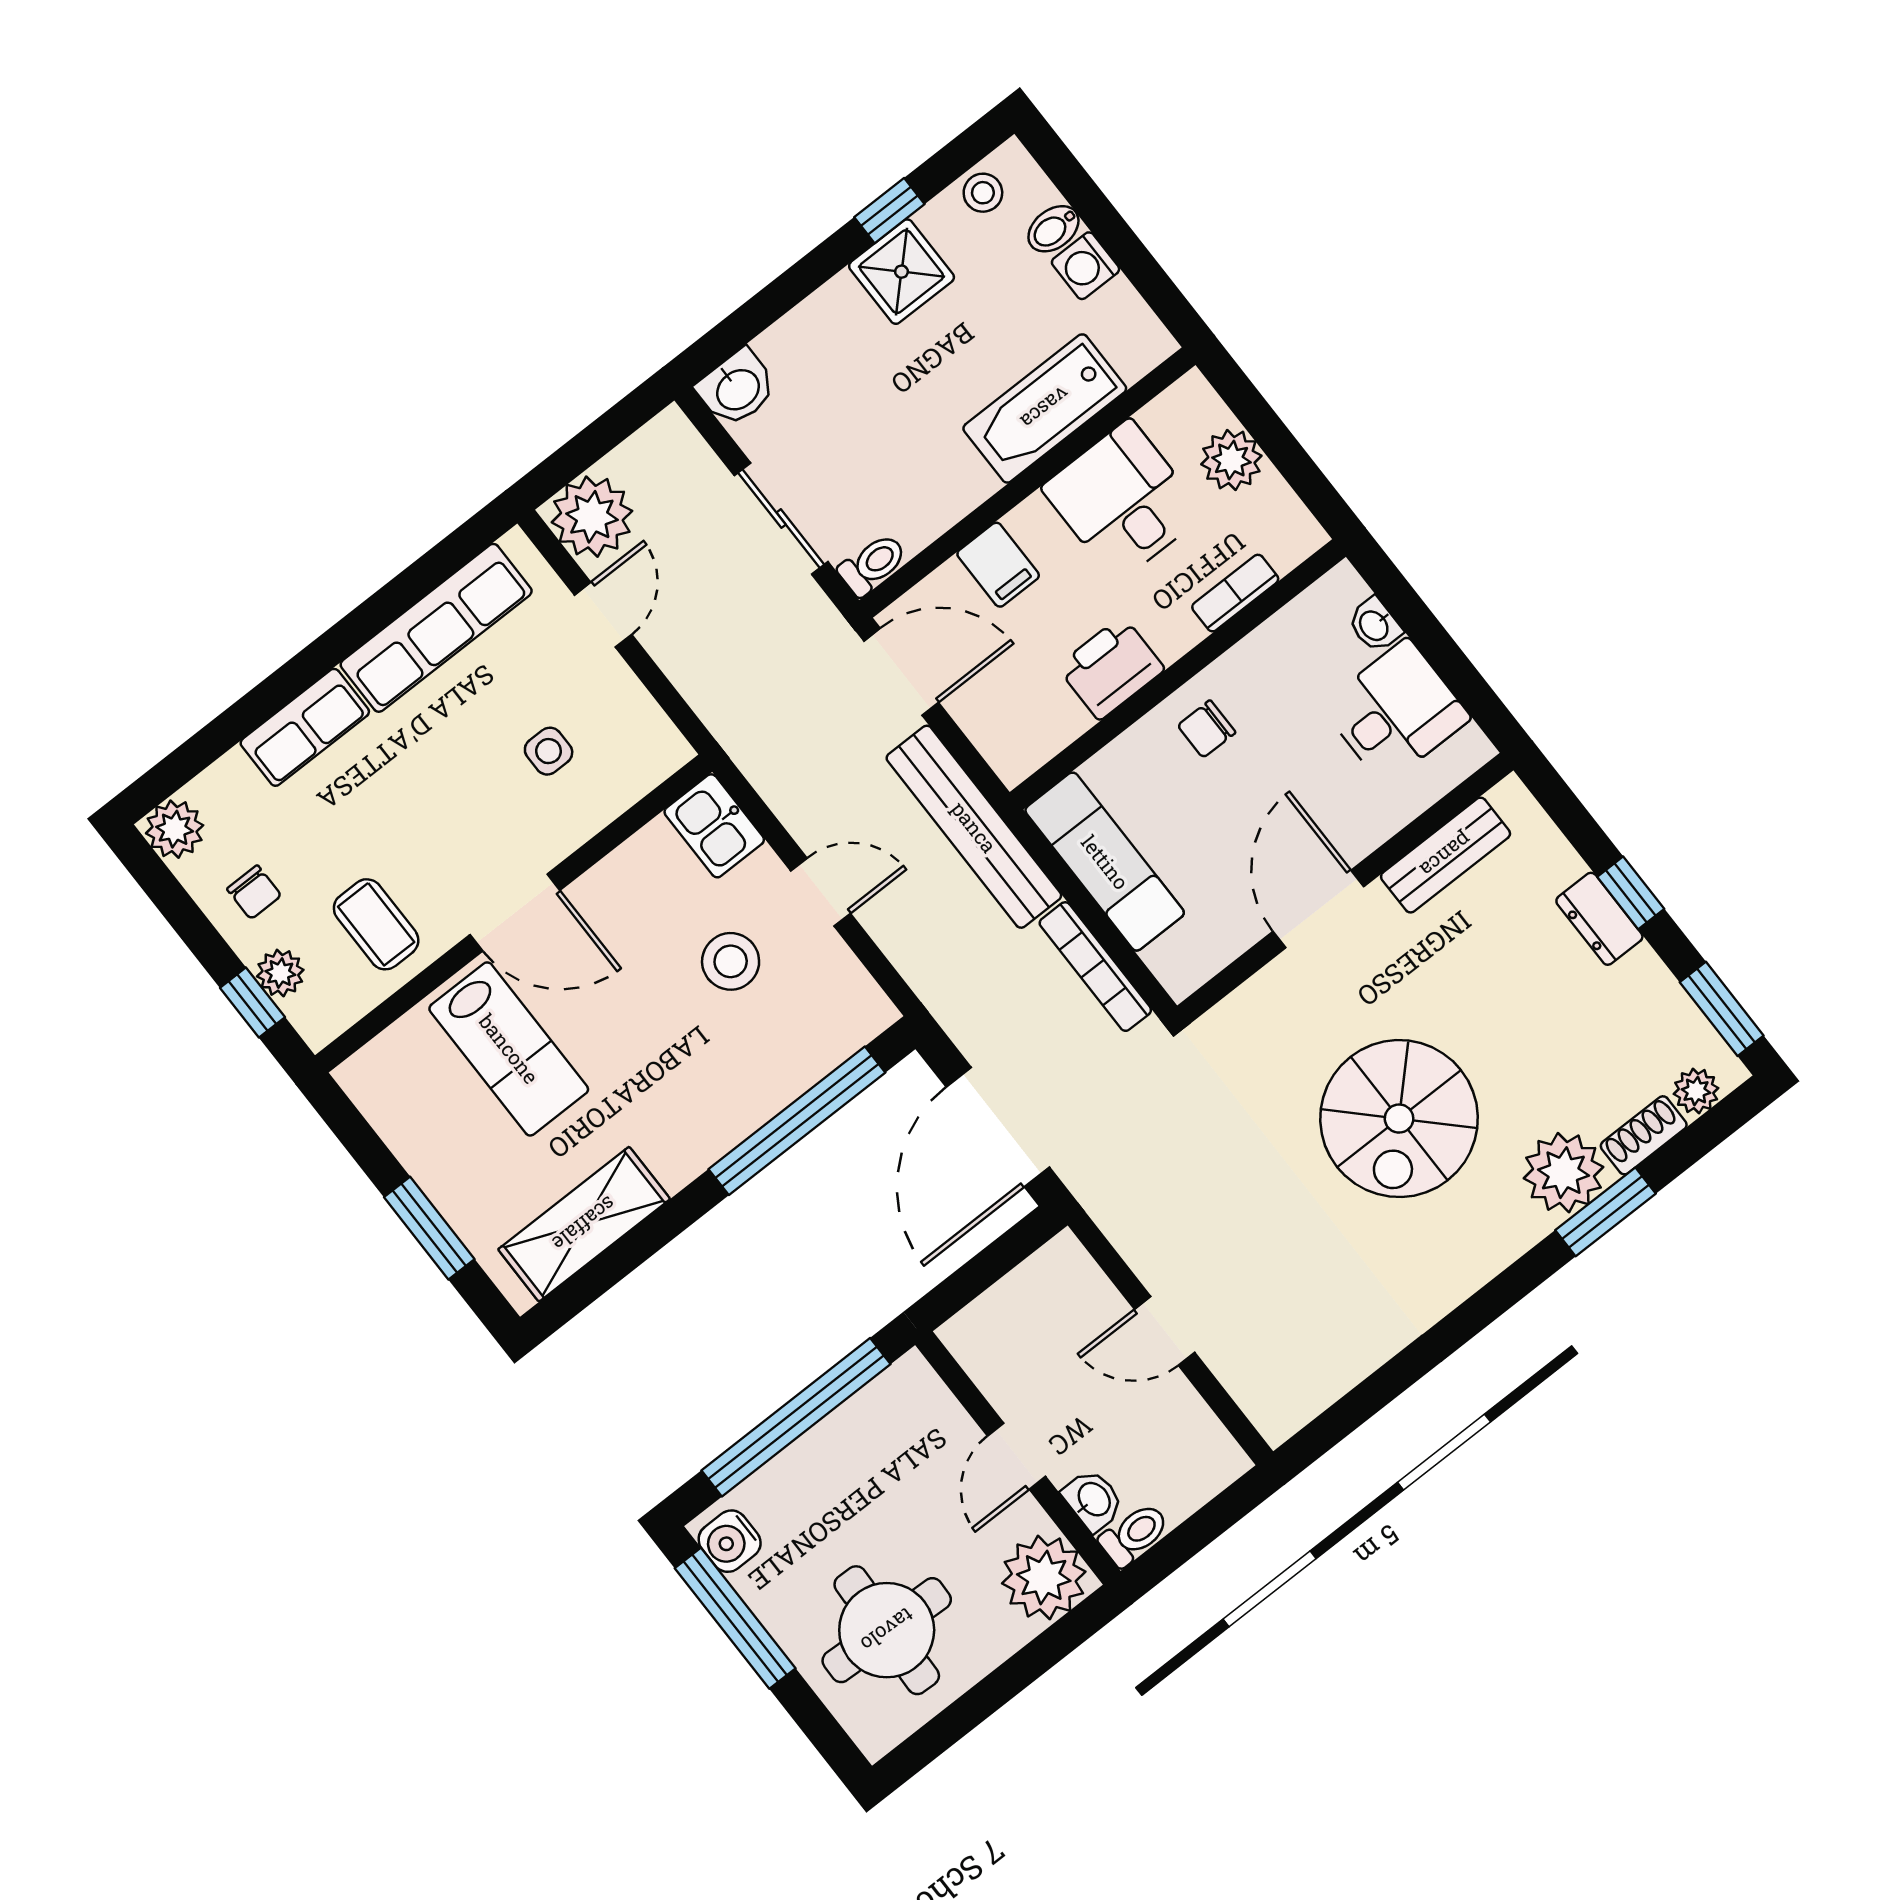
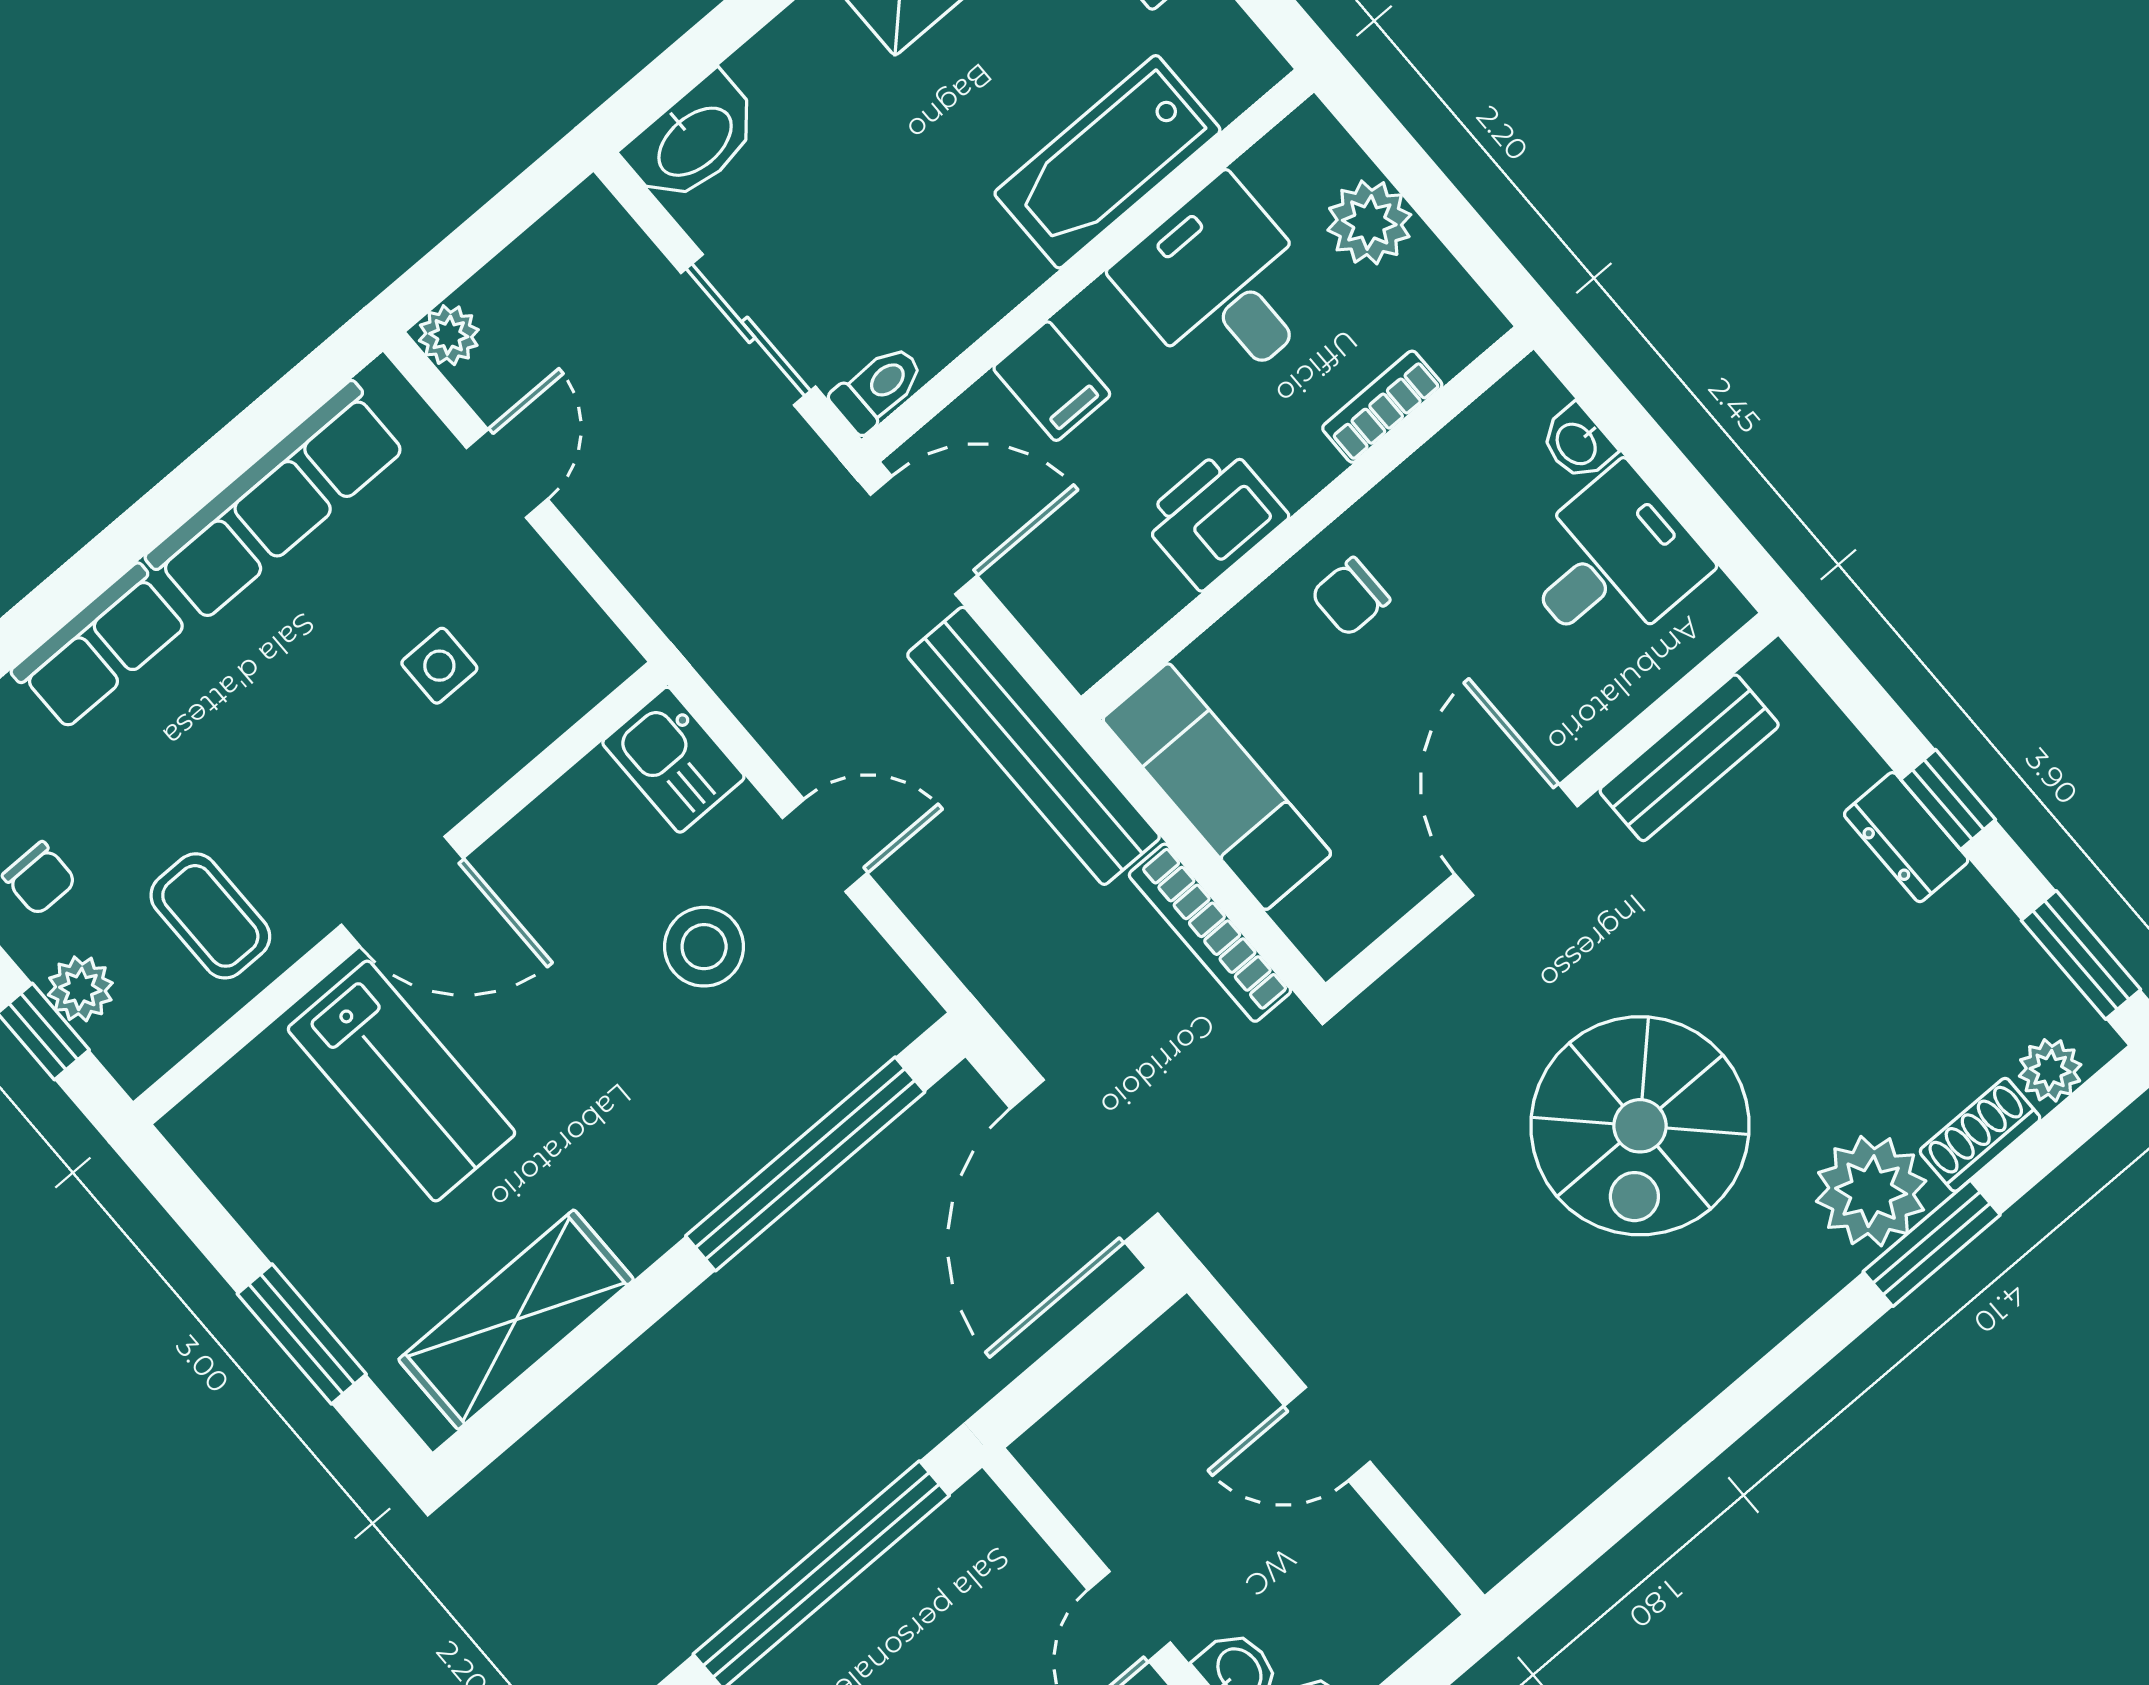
washbasin: (737, 388) -> (693, 140), width x1.38
plant: (592, 517) -> (449, 335), width x0.53, depth x0.53

